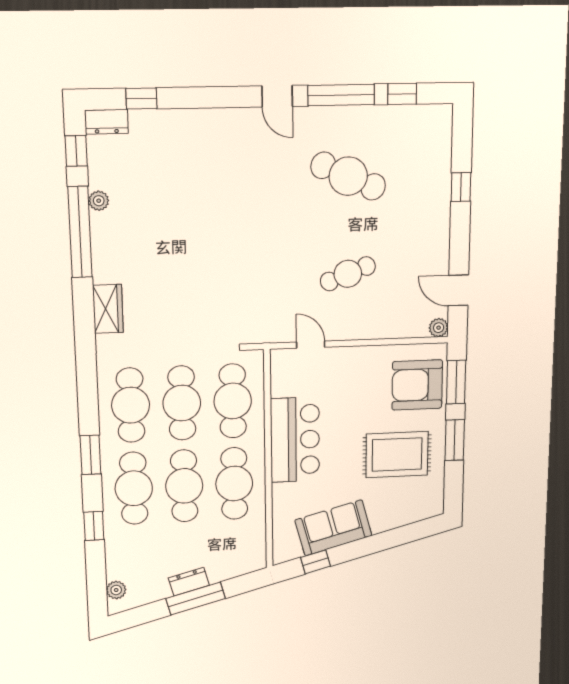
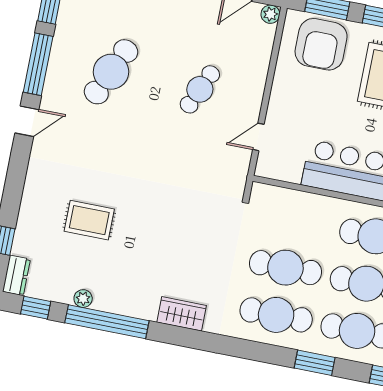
rug: (185, 188) -> (89, 220), added
cafe table: (348, 274) -> (200, 89), turned 45
cafe table: (233, 401) -> (295, 220), removed

